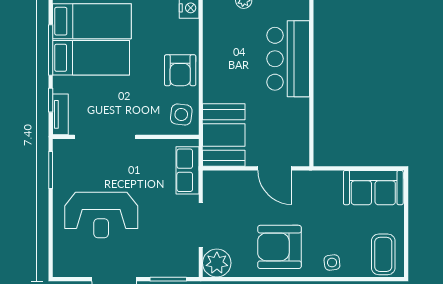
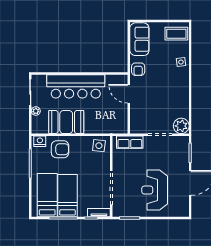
bar counter: (288, 59) -> (76, 86), width x1.36
armchair: (180, 70) -> (60, 149), moved
booth: (224, 135) -> (66, 122), moved
door: (275, 168) -> (129, 94), swing flipped
reception desk: (101, 215) -> (155, 190), turned 180
armchair: (280, 247) -> (138, 69), moved, width x0.53, depth x0.53

